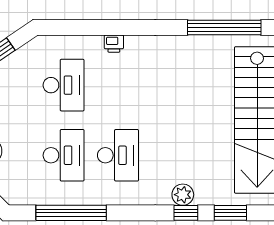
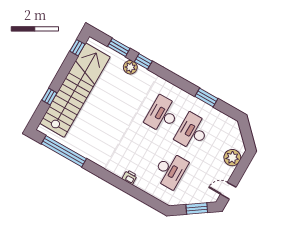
desk: (64, 85) -> (170, 170), turned 180
plant: (183, 195) -> (130, 67), moved
window: (71, 213) -> (206, 98), width x0.47

